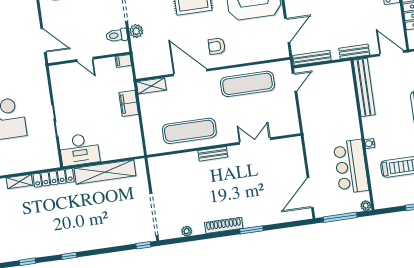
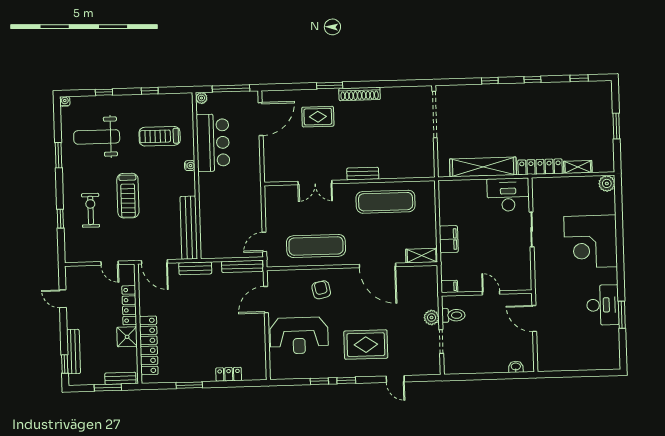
armchair: (217, 46) -> (321, 290), moved, turned -102
rug: (259, 201) -> (318, 117), added
plant: (187, 231) -> (401, 92), removed
window: (143, 245) -> (490, 81), moved

